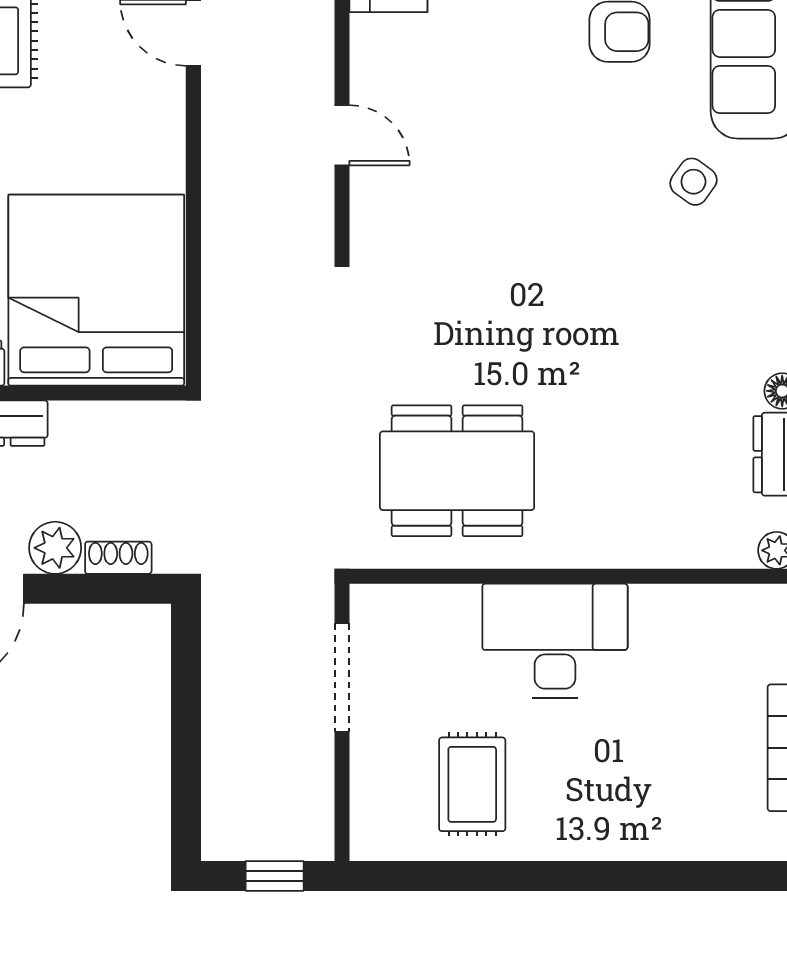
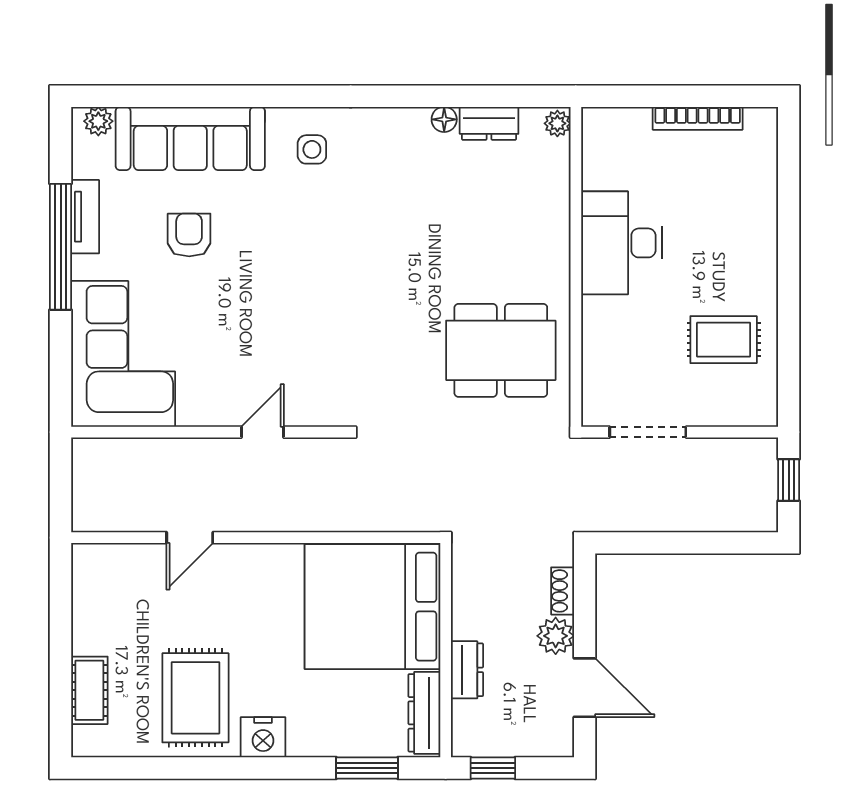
side table: (693, 182) -> (312, 149), moved, turned -36
dining table: (457, 471) -> (501, 350), turned 90
desk: (555, 641) -> (622, 243), moved

